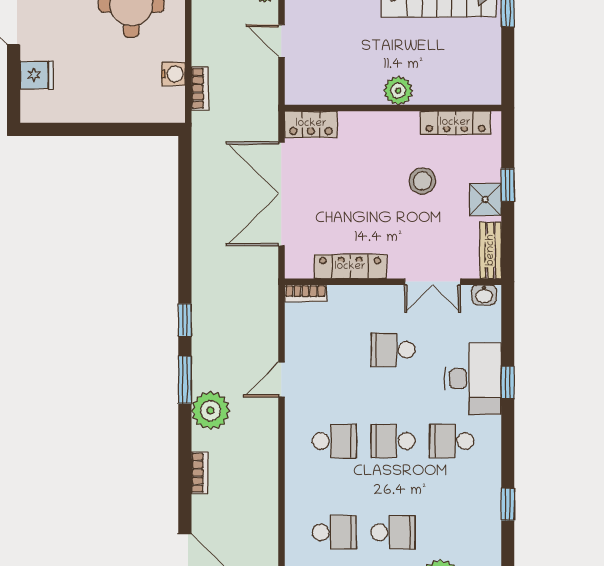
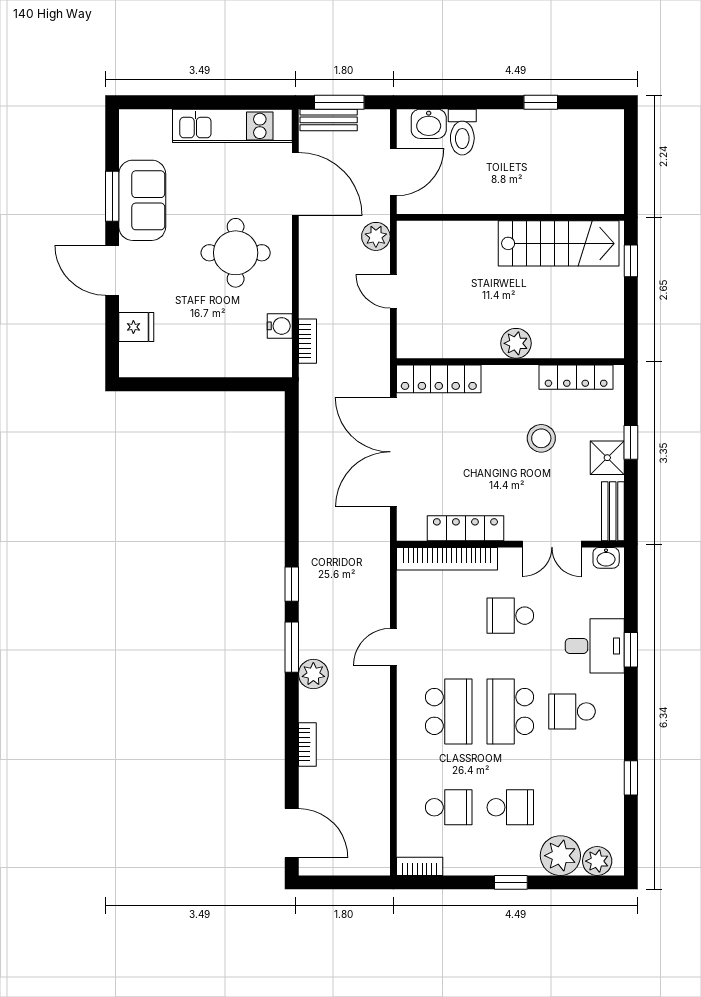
locker: (311, 124) -> (439, 379), width x1.53
bookcase: (305, 293) -> (447, 559), width x2.31, depth x1.31
desk: (473, 379) -> (595, 646), width x0.73
plant: (210, 411) -> (313, 674), width x0.73, depth x0.73
school desk: (334, 441) -> (449, 711), width x1.85
school desk: (393, 441) -> (510, 711), width x1.85

